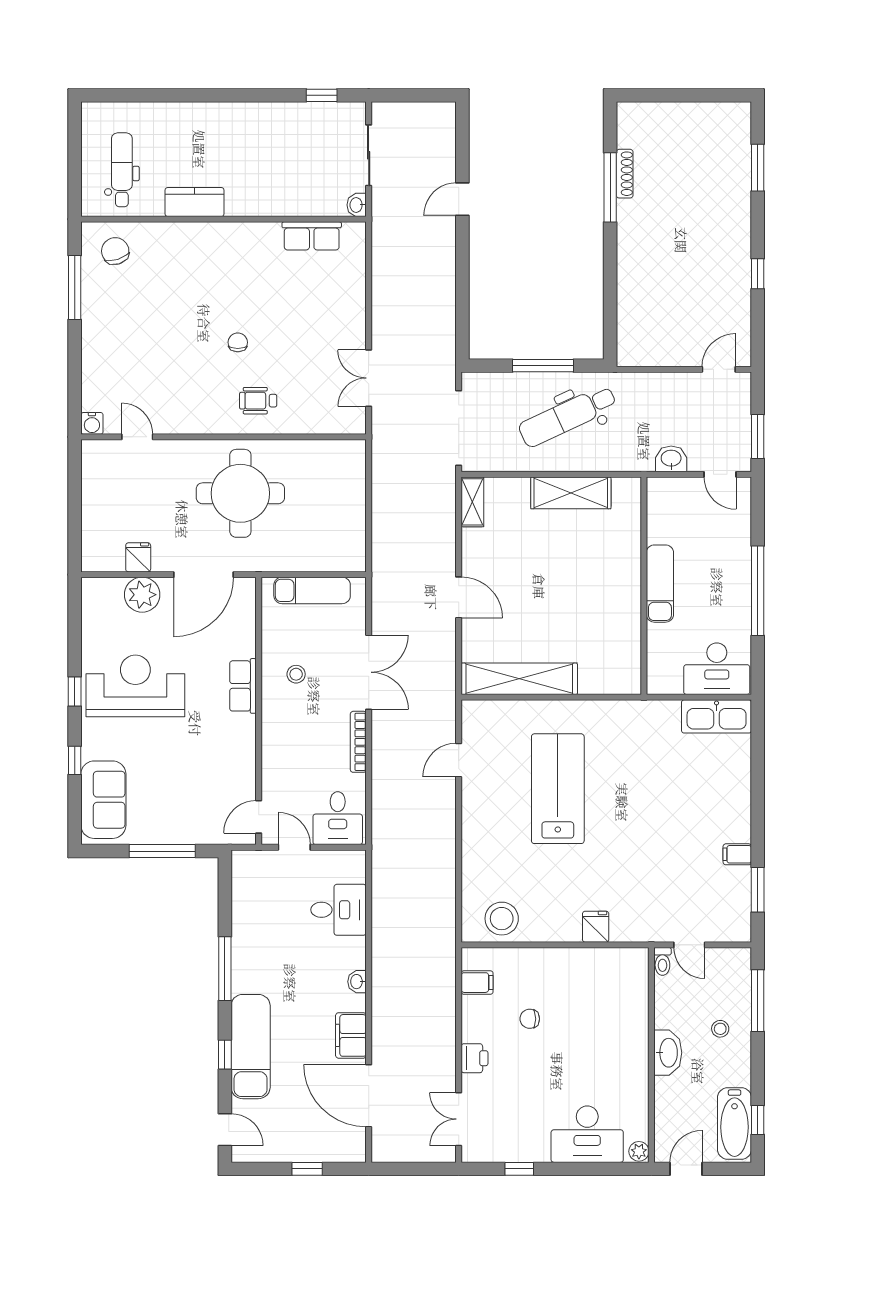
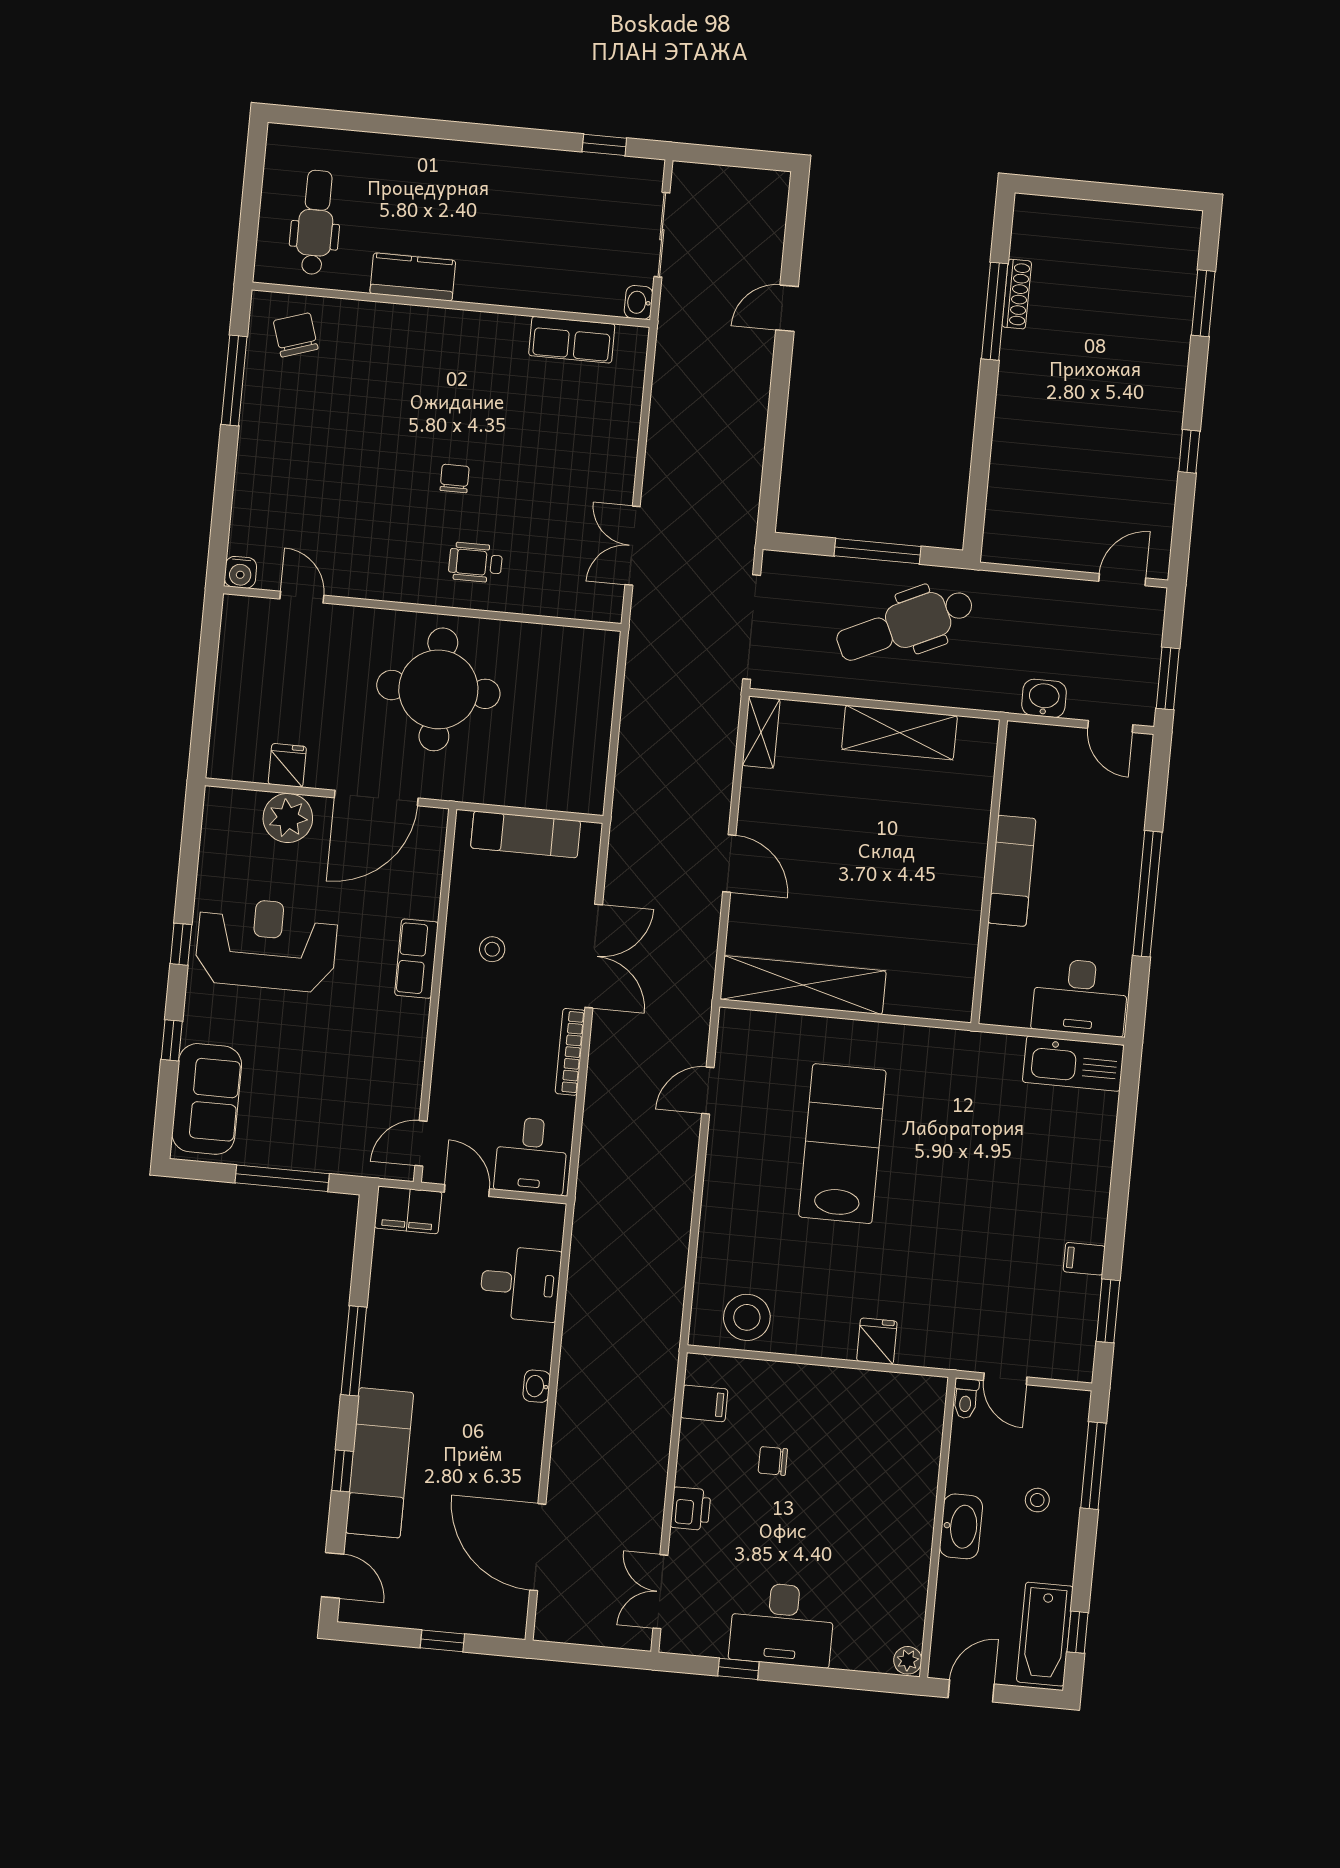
filing cabinet: (351, 1035) -> (408, 1210), moved, turned -90
desk: (587, 1134) -> (782, 1624), moved

